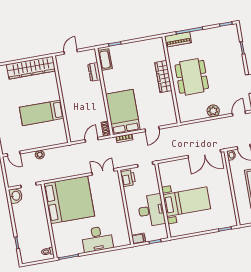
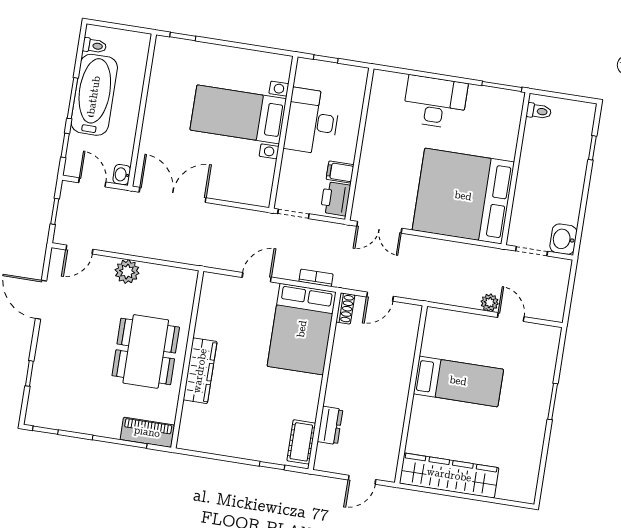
door: (14, 154) -> (511, 317), moved
filing cabinet: (139, 239) -> (340, 172), moved

